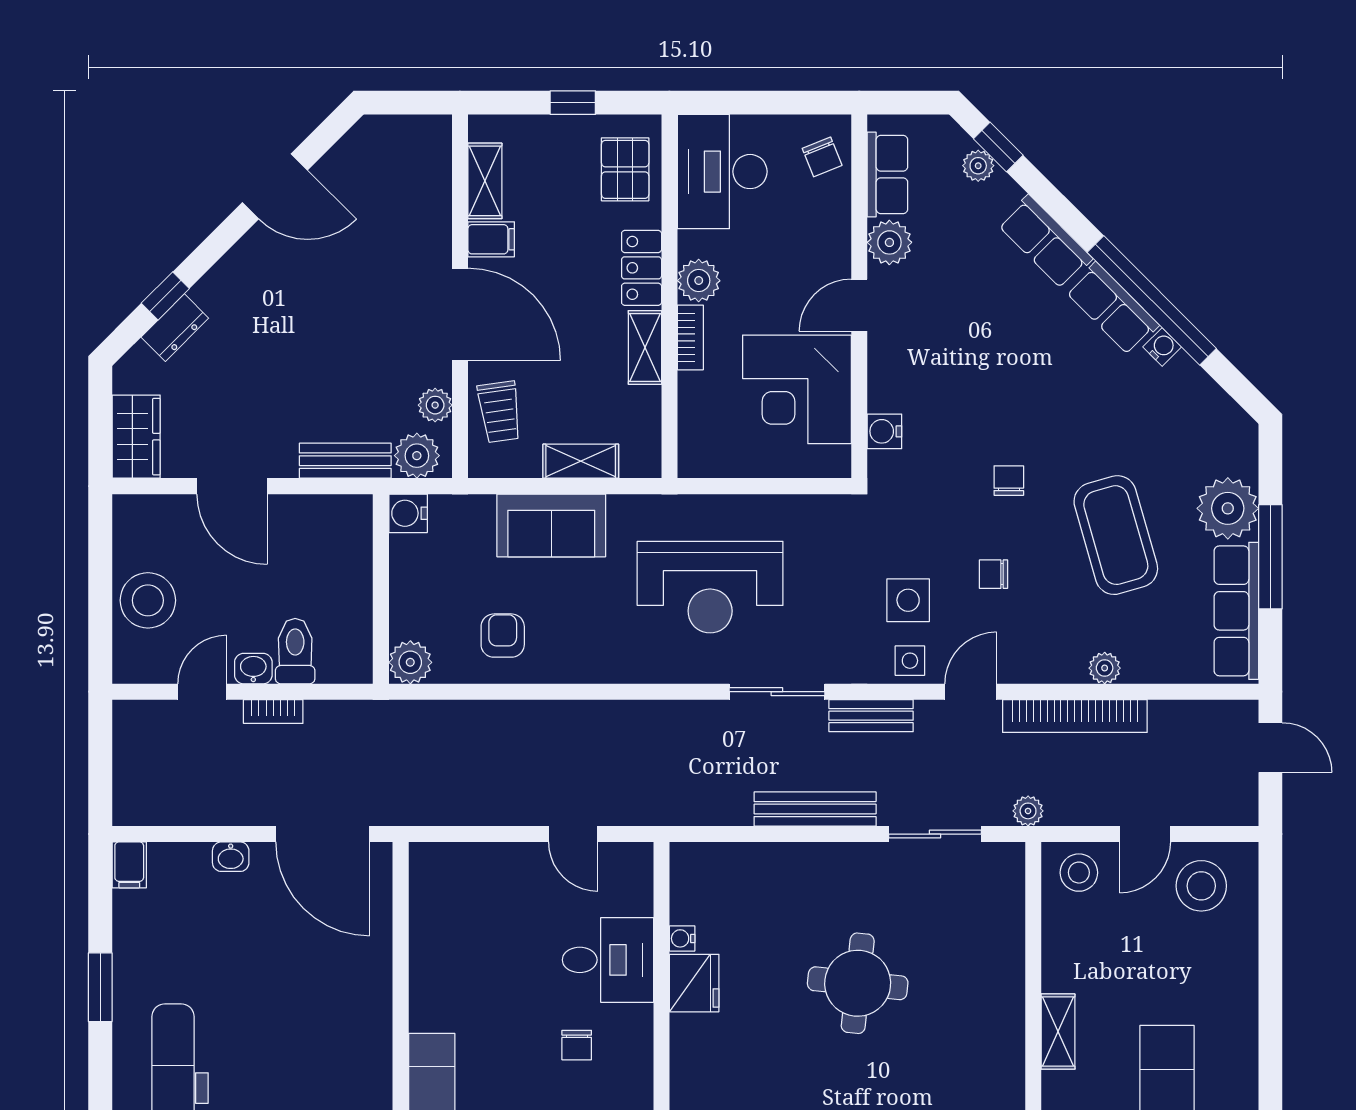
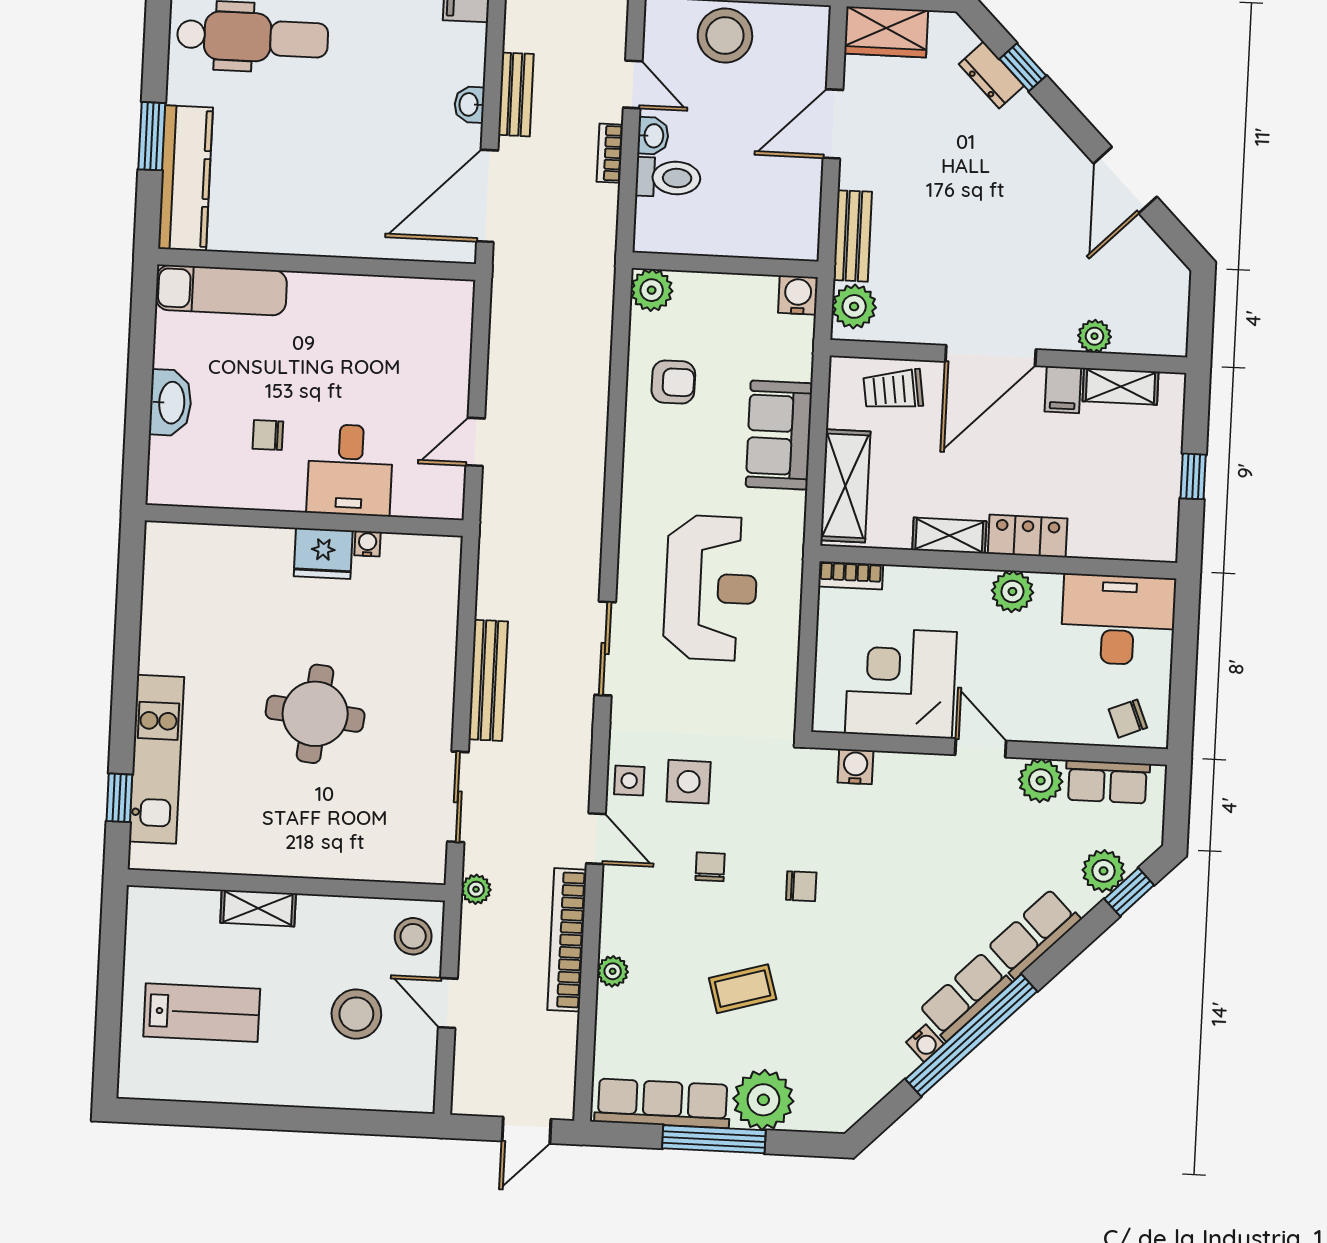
plant: (978, 166) -> (1104, 871), width x1.38, depth x1.38
pallet: (625, 169) -> (1125, 525), removed
bookcase: (690, 337) -> (851, 575), moved
plant: (435, 405) -> (1095, 336), moved
shelving: (581, 461) -> (845, 486), width x1.50, depth x1.33
coffee table: (1116, 535) -> (743, 989), width x0.54, depth x0.58
reception desk: (710, 587) -> (711, 588), turned 180
bench: (871, 716) -> (516, 94), moved
stool: (1201, 886) -> (356, 1014), moved

